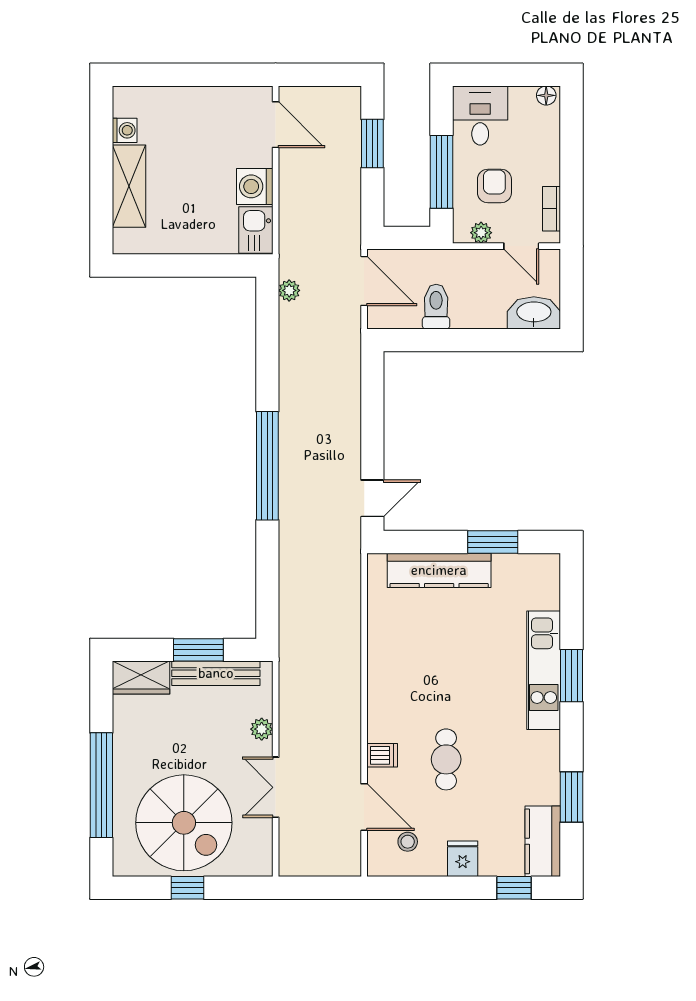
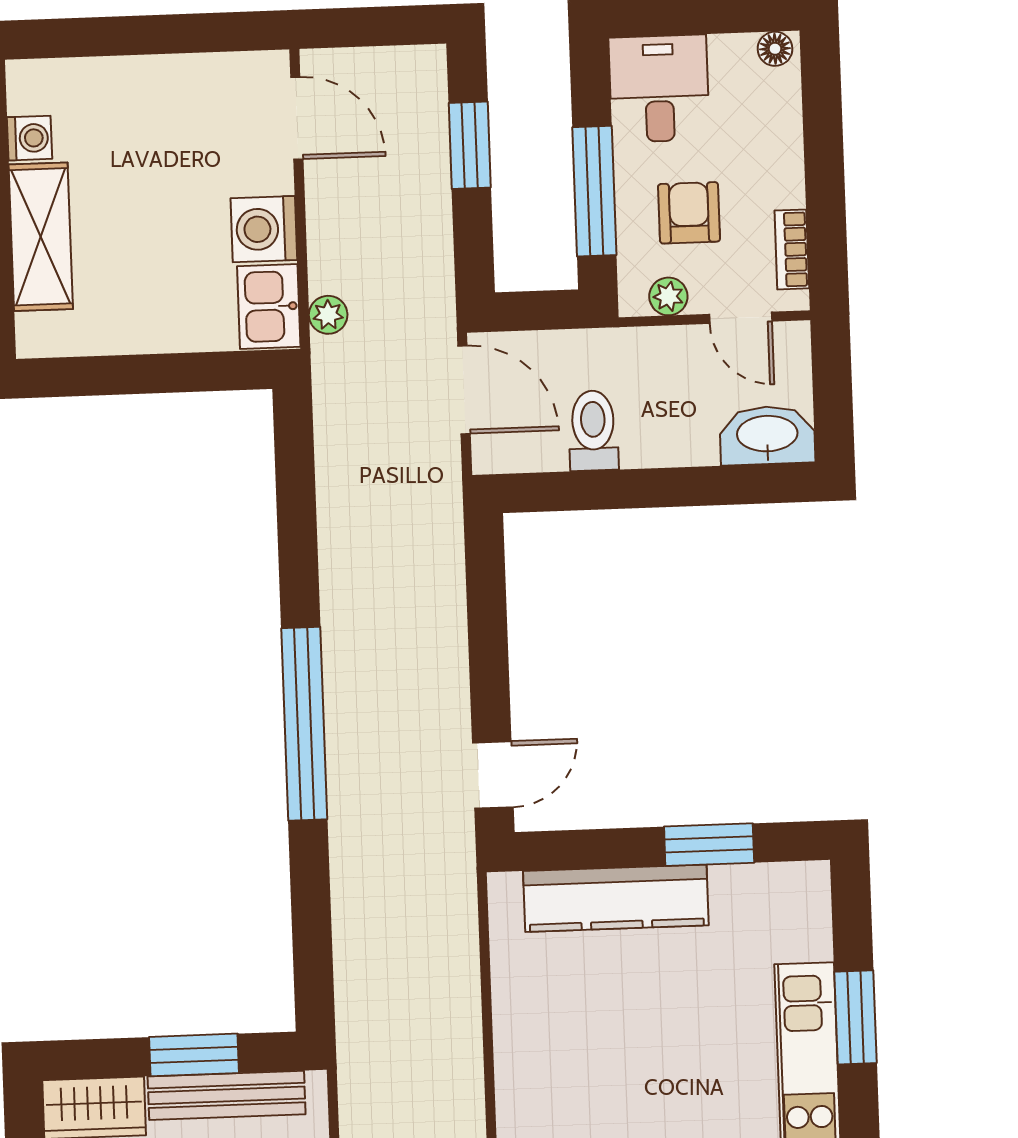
plant: (289, 290) -> (328, 315), moved
window: (572, 676) -> (855, 1017), moved

